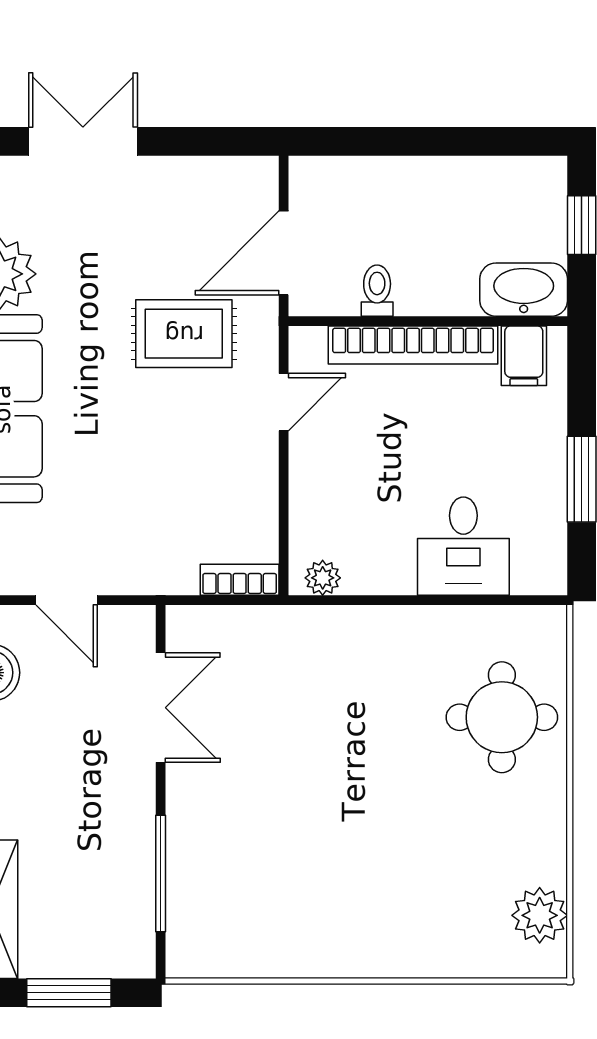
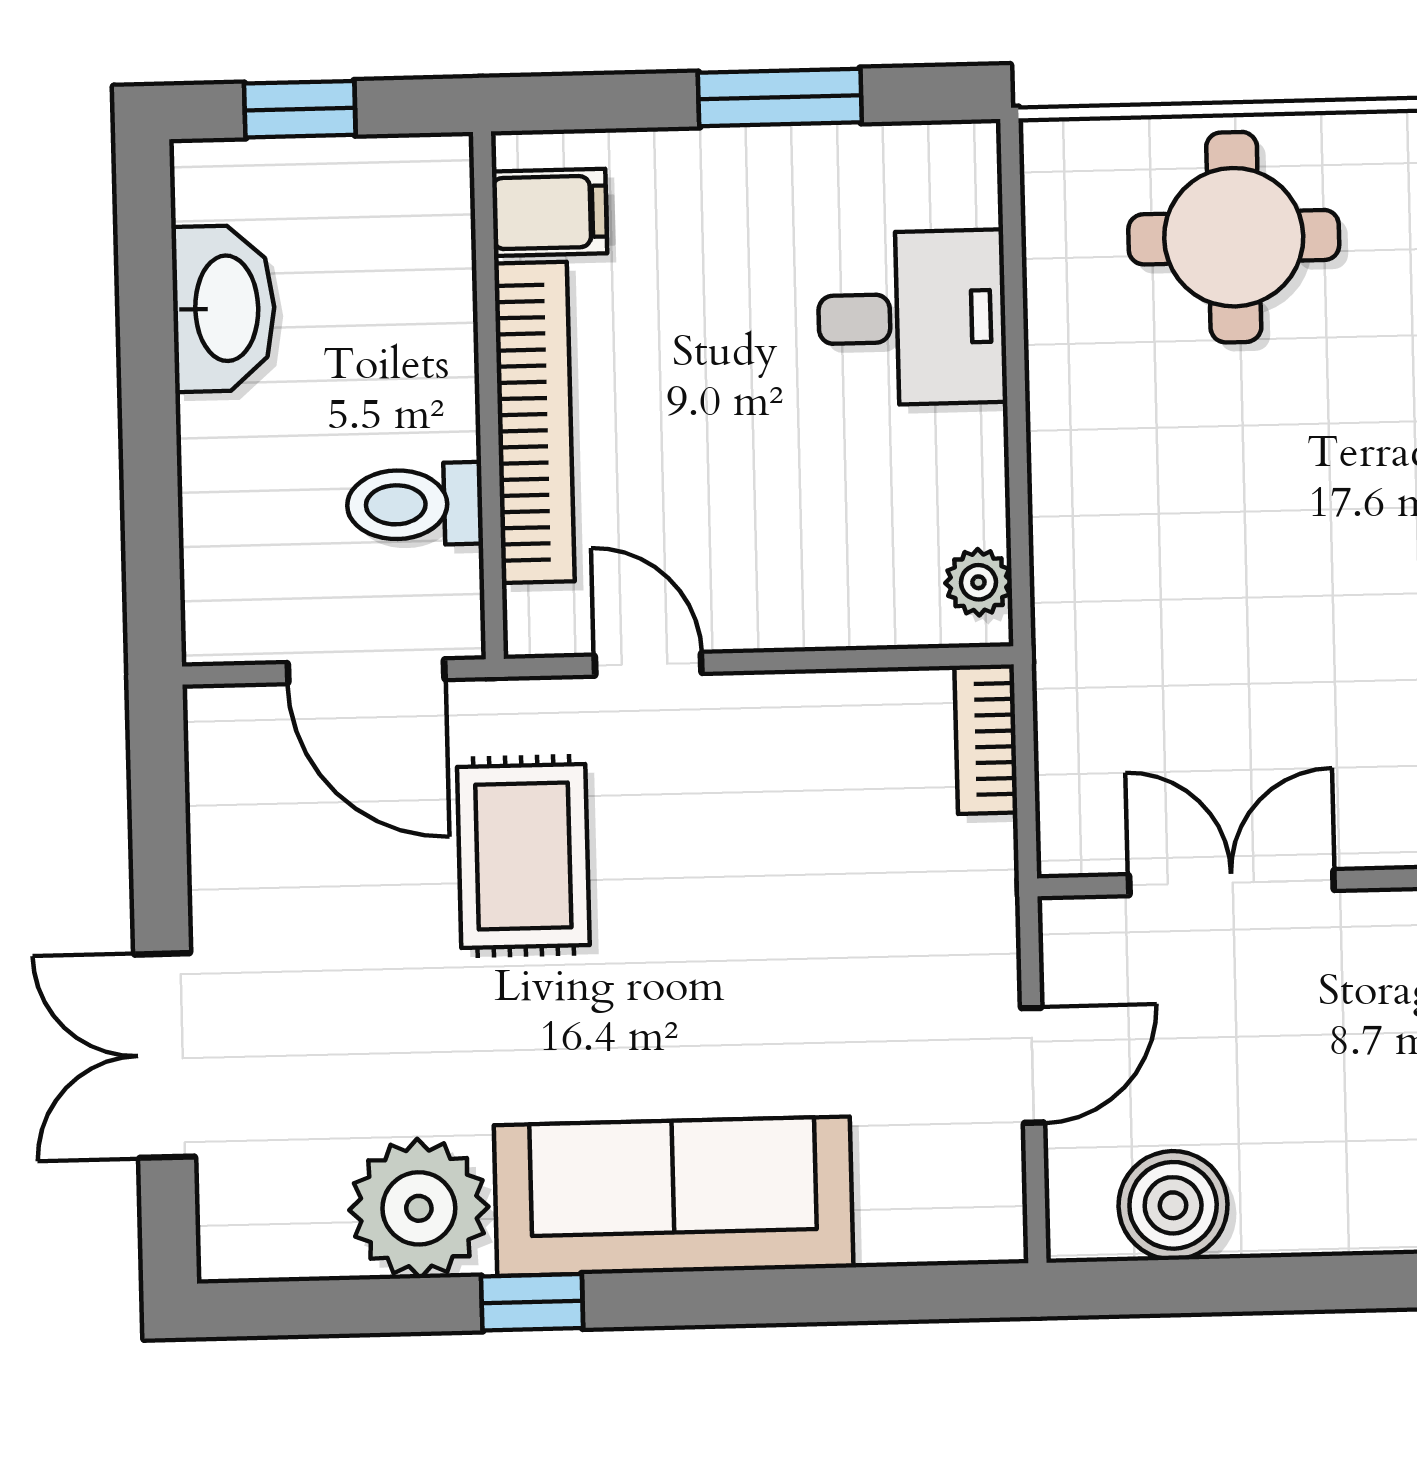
washbasin: (524, 290) -> (224, 308), moved, turned 180
toilet: (377, 291) -> (415, 504), width x1.37, depth x1.39

